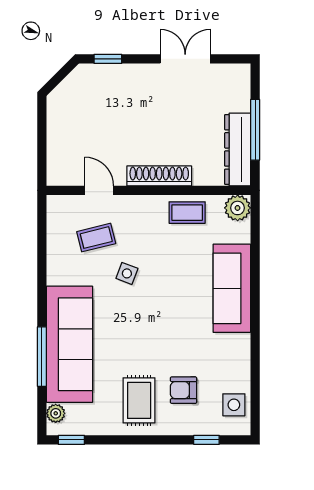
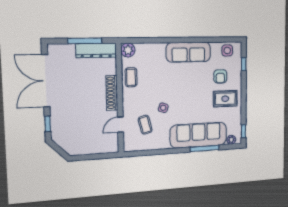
double door: (185, 59) -> (46, 81), width x1.87
sofa: (232, 288) -> (188, 52), moved

